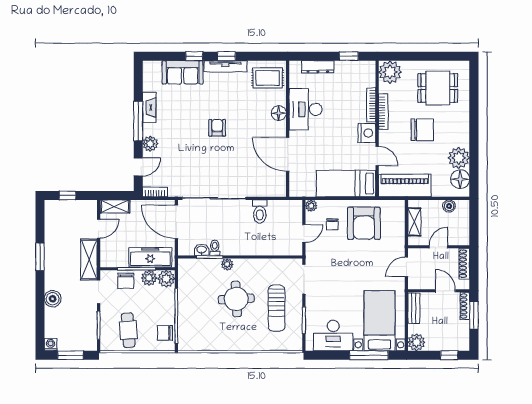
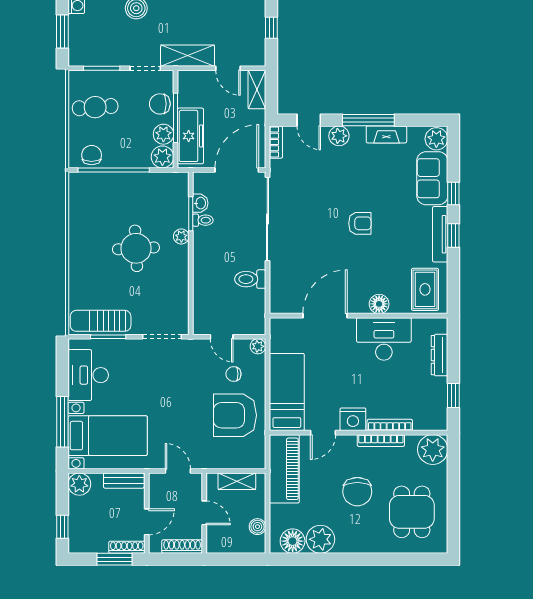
plant: (152, 69) -> (436, 139), added
sun lounger: (277, 308) -> (101, 321), moved

